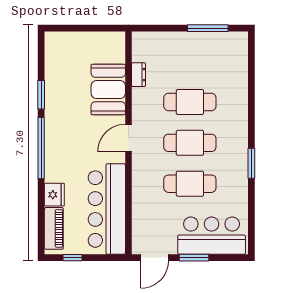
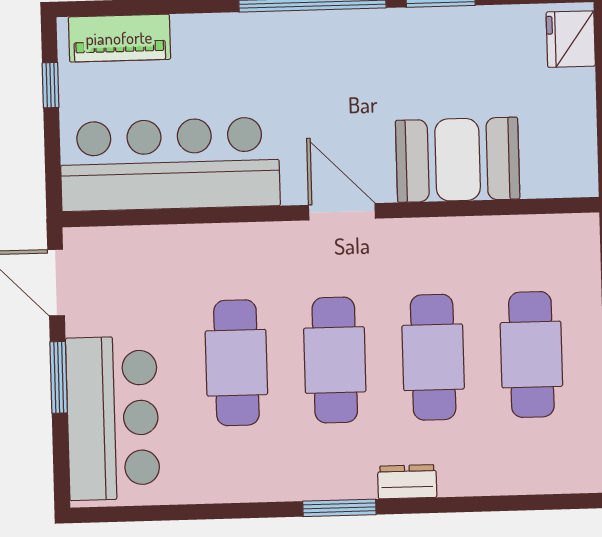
cafe table: (190, 61) -> (531, 354), added
dresser: (139, 75) -> (407, 482), moved, turned 180
window: (251, 163) -> (339, 508), moved
fridge: (54, 195) -> (571, 39), moved, turned 90

